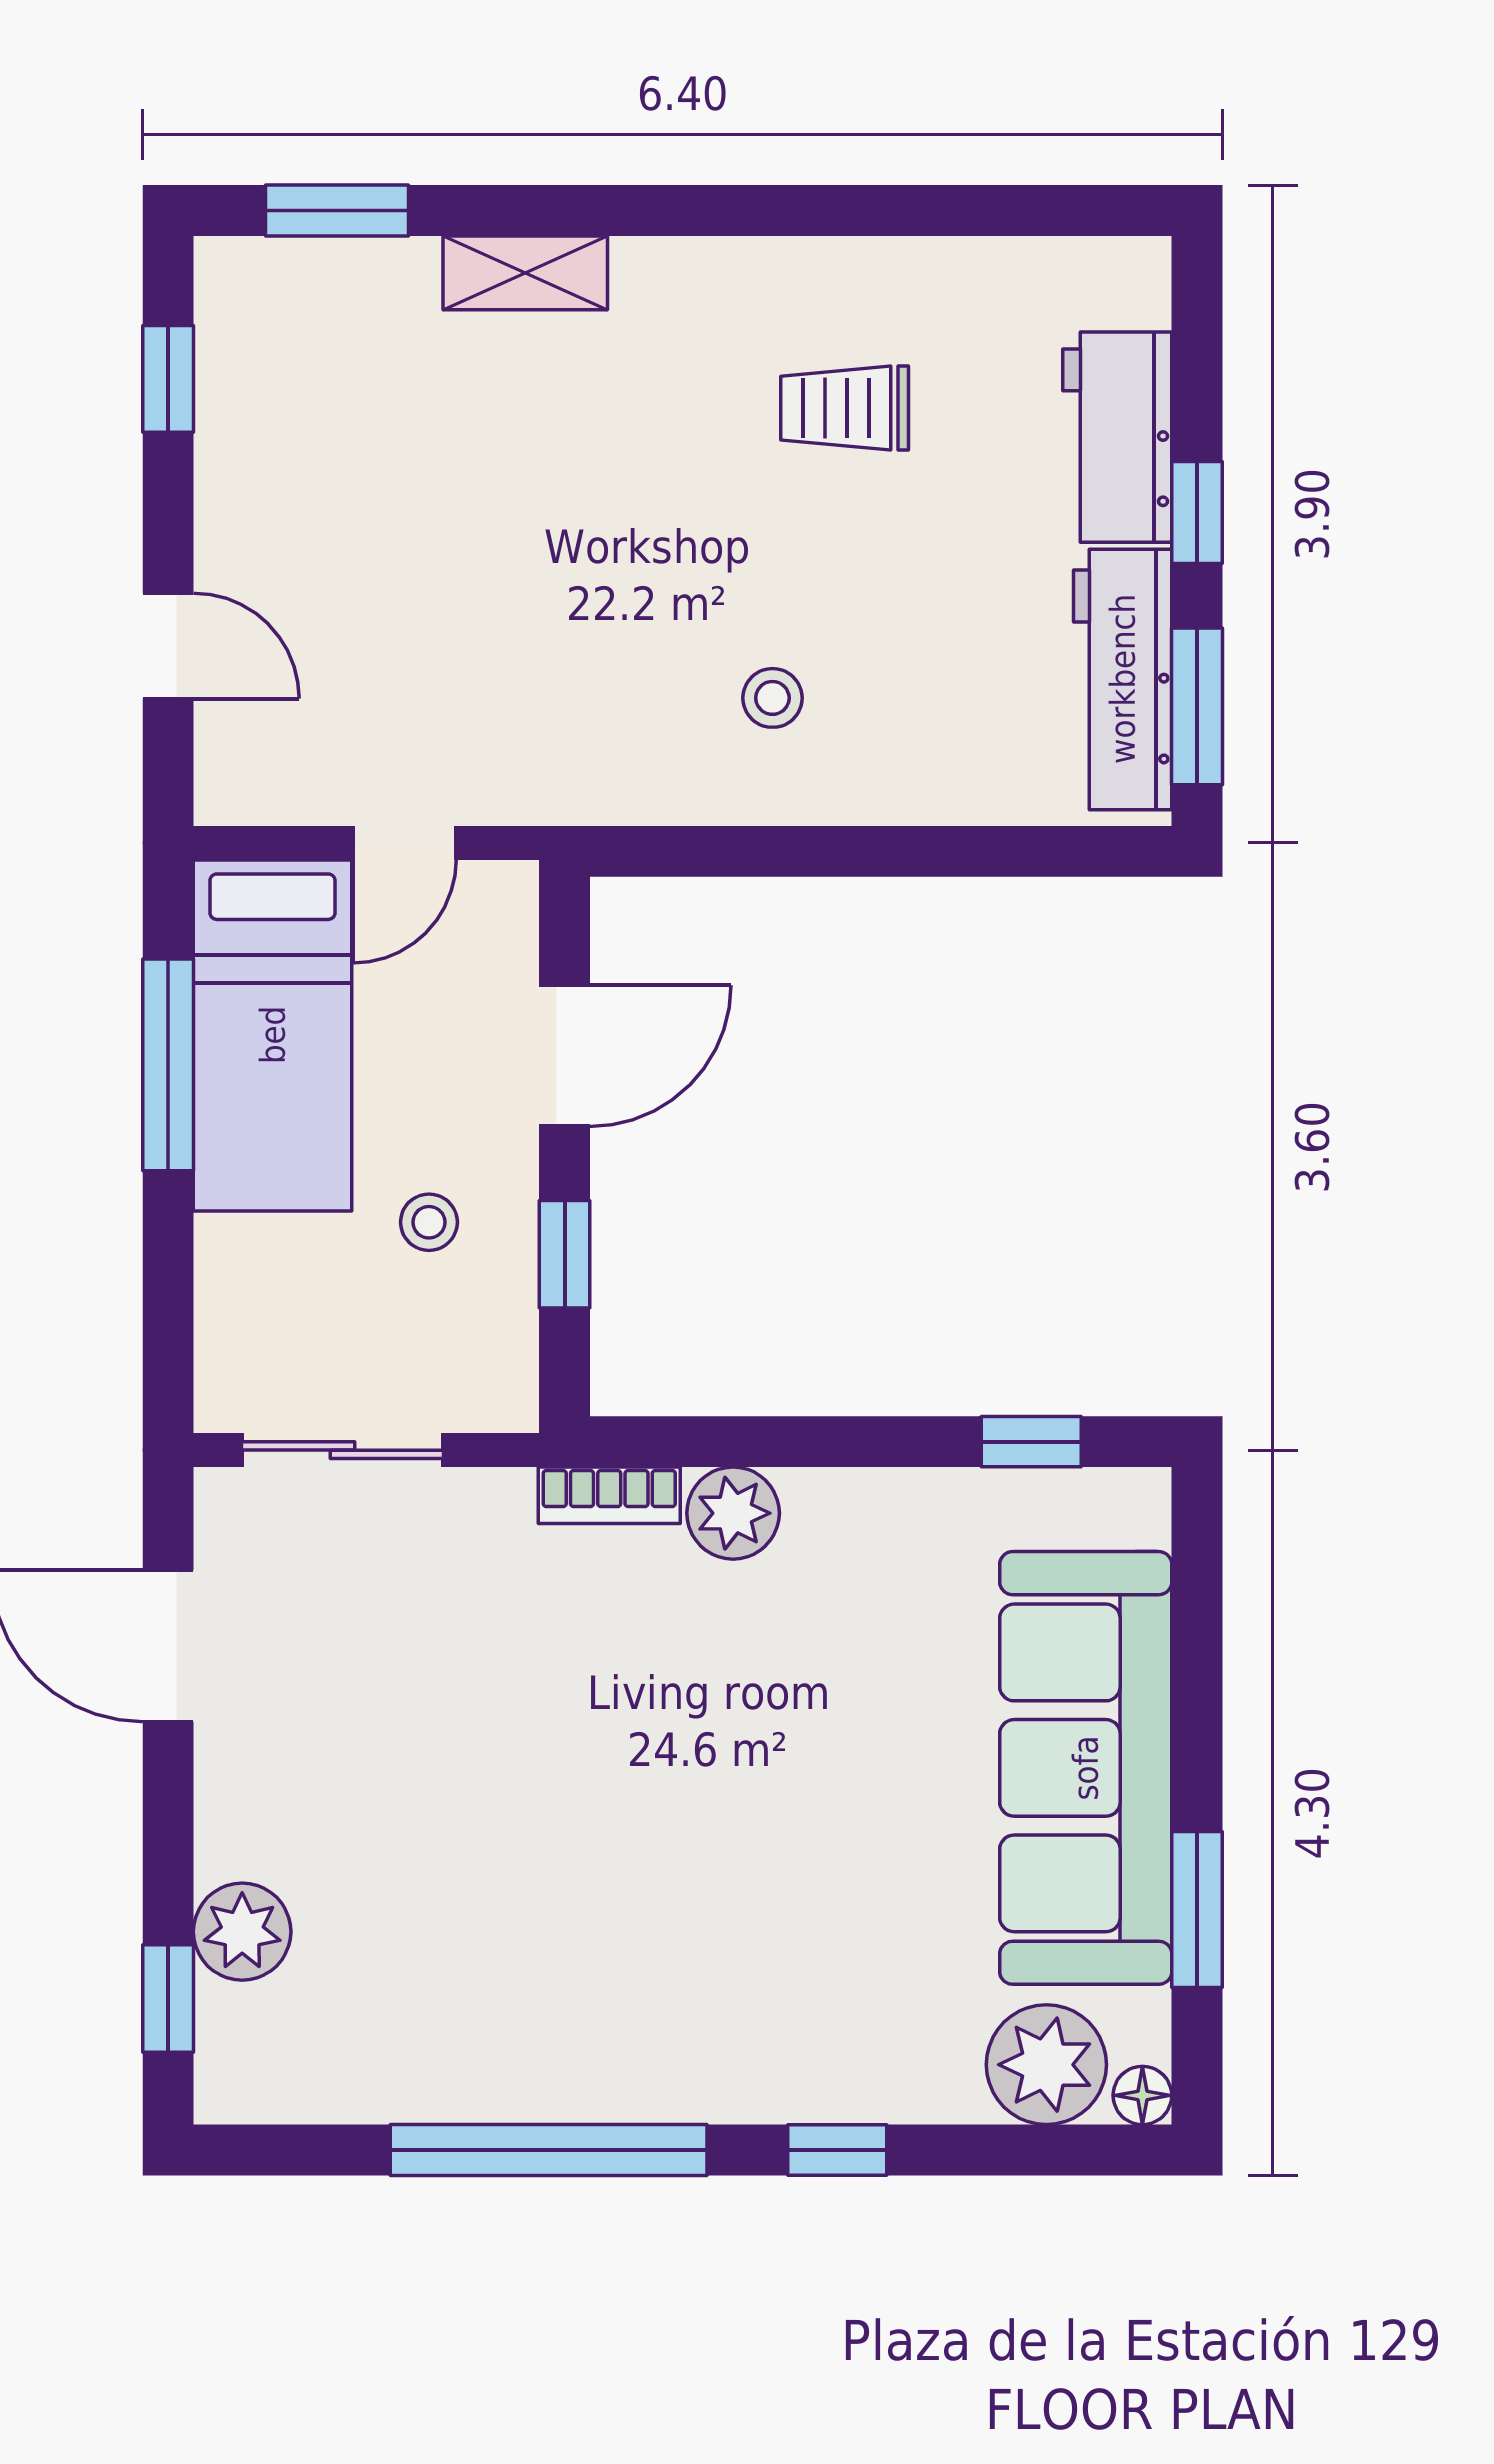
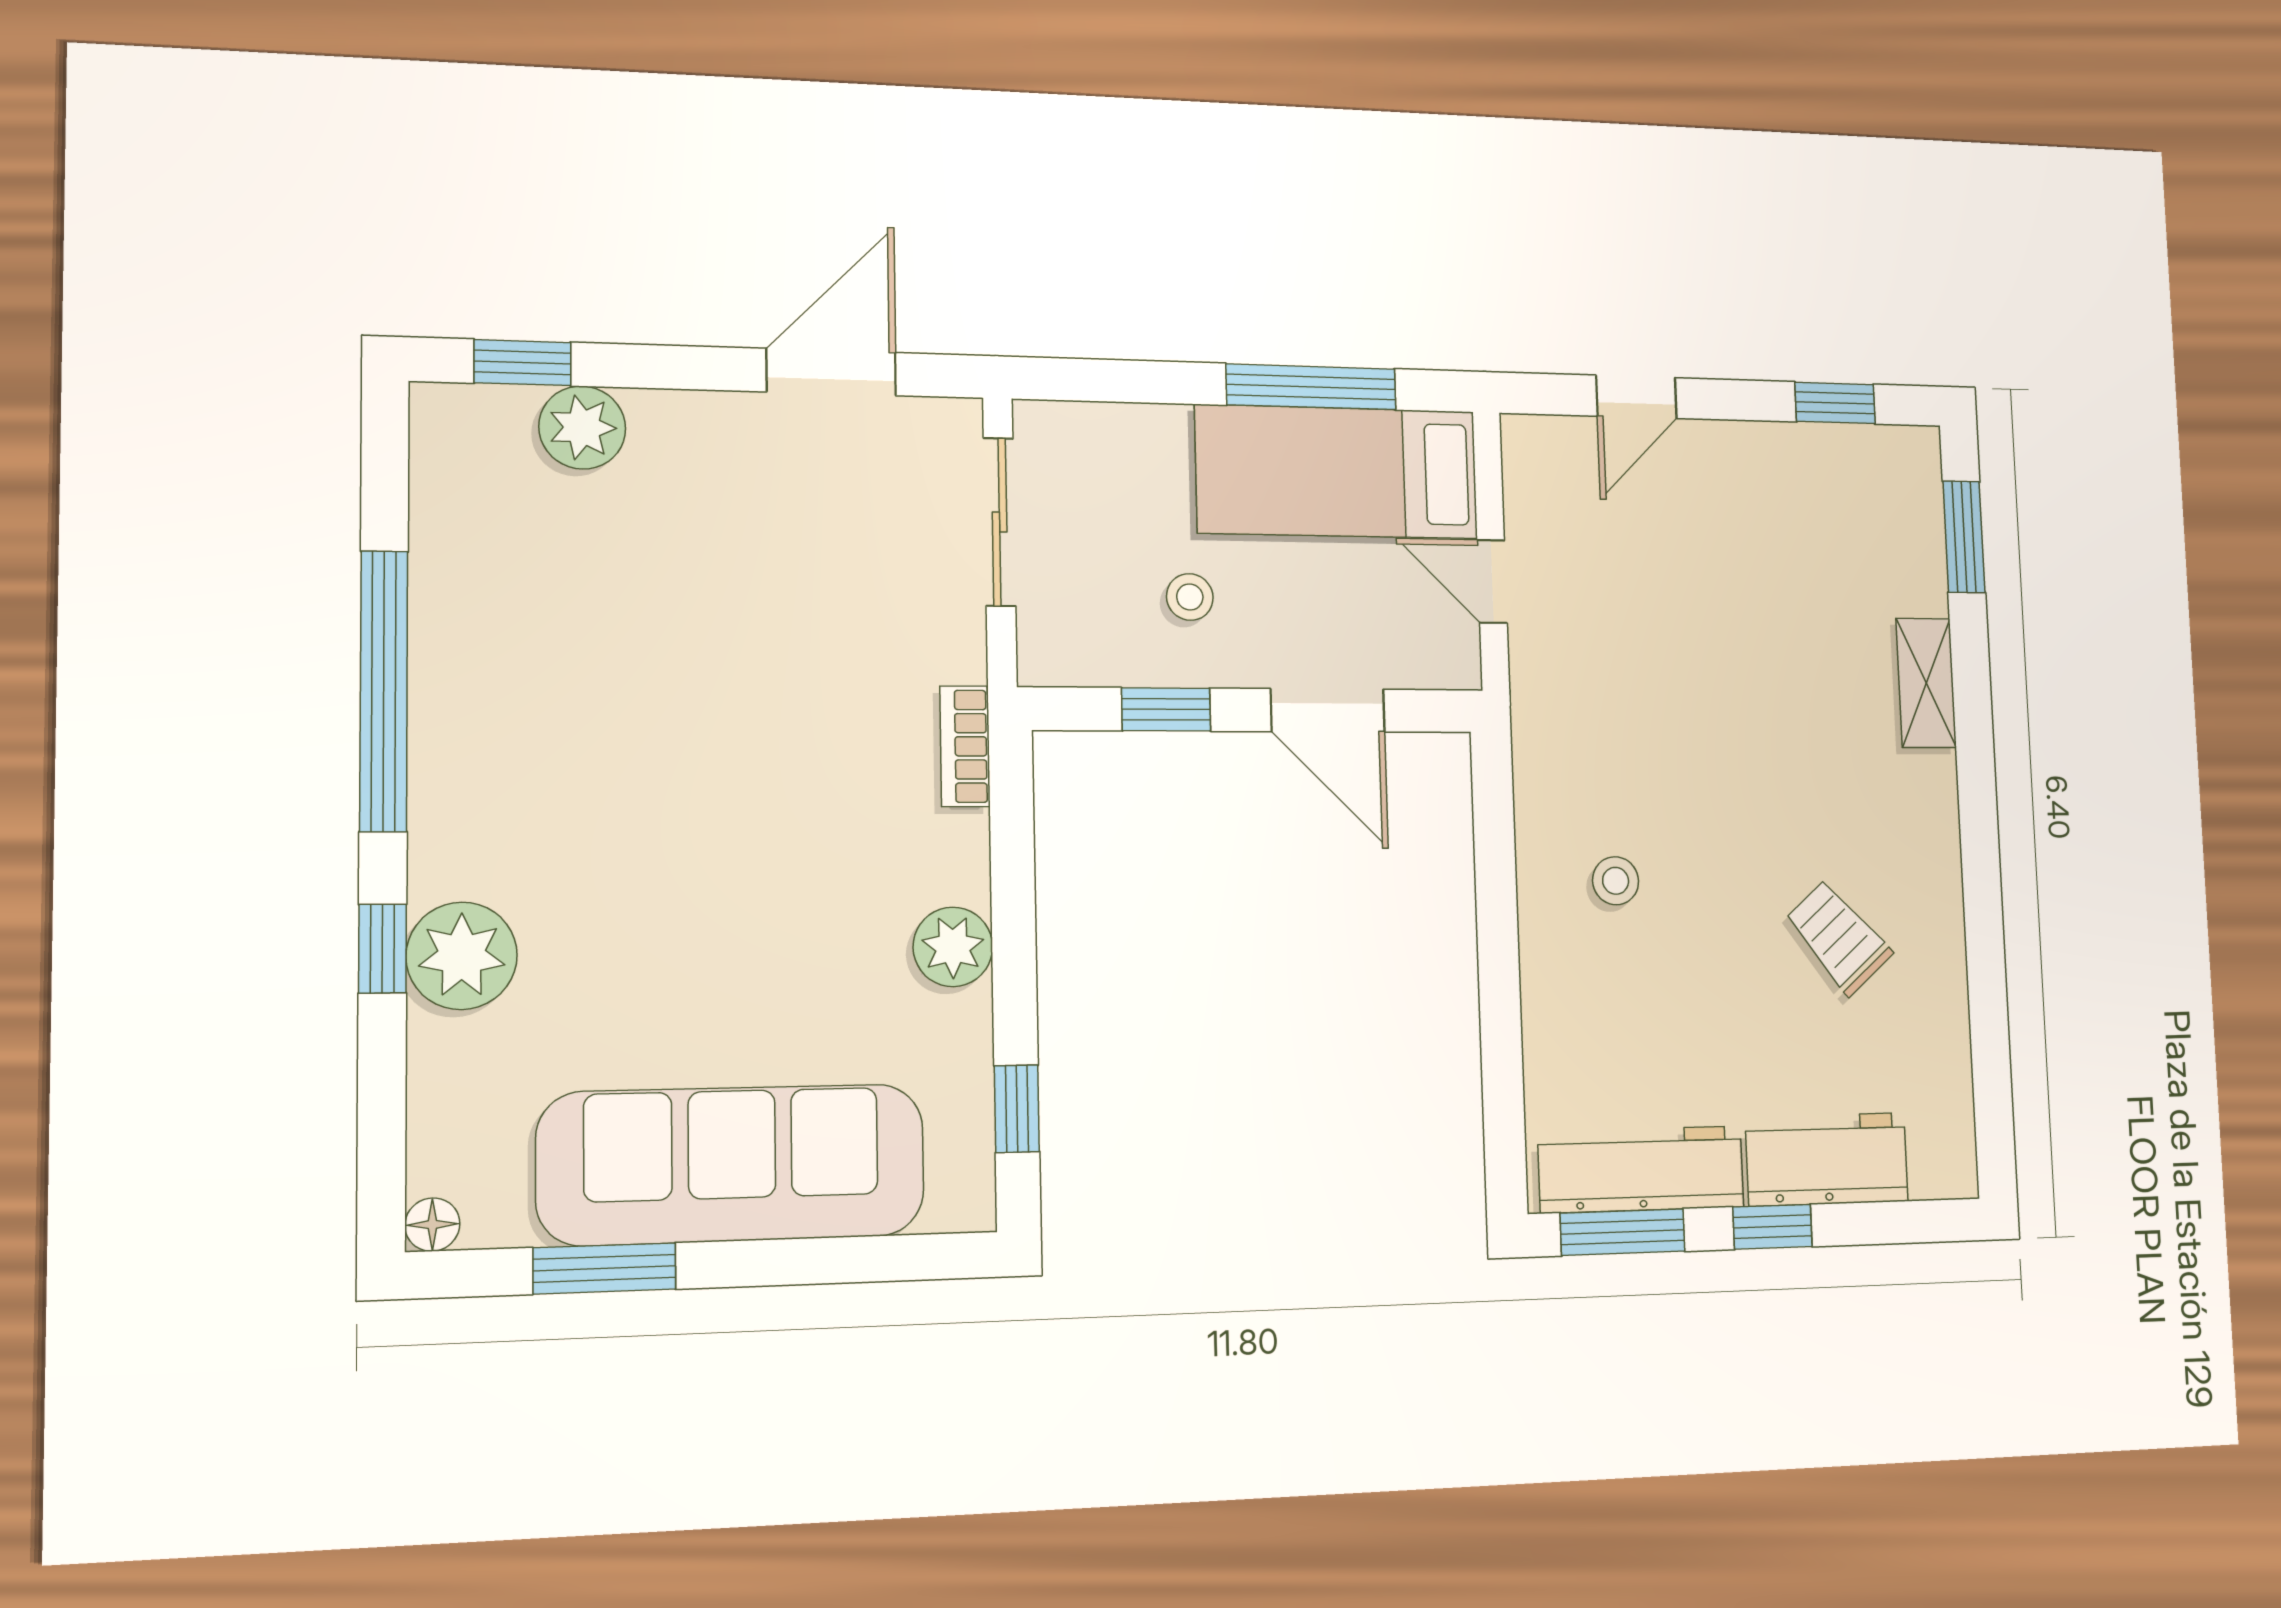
trolley: (845, 408) -> (1838, 937), turned -41
plant: (733, 1513) -> (953, 947), moved
plant: (1046, 2065) -> (462, 956), moved

